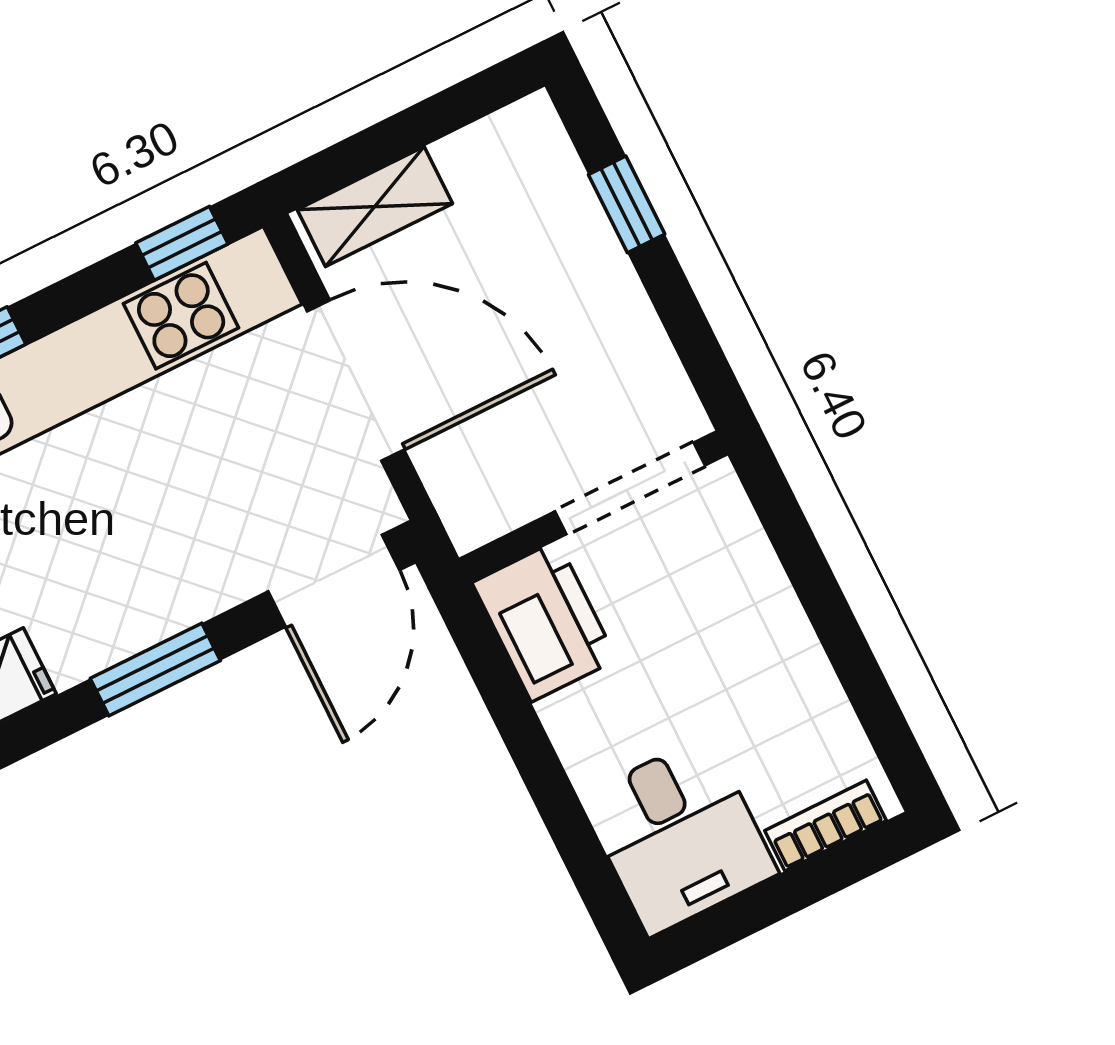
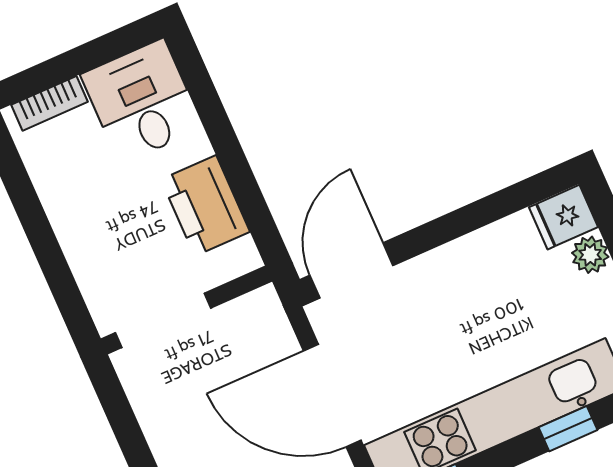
printer: (544, 621) -> (205, 206), moved
window: (155, 669) -> (466, 220), removed

